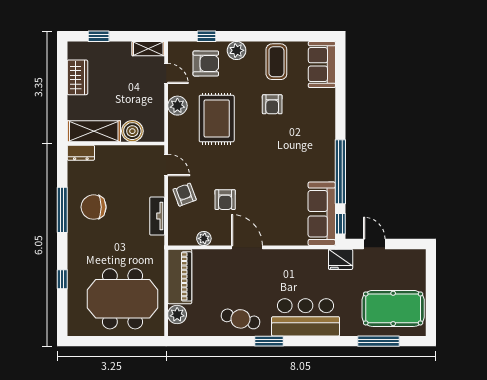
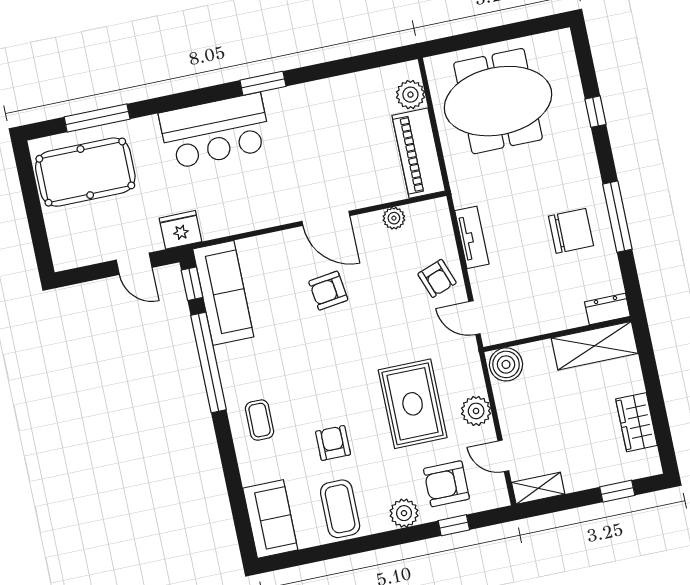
coffee table: (316, 128) -> (260, 420), added
boiler: (132, 131) -> (506, 364), moved
armchair: (225, 200) -> (328, 291), moved, turned -98
cafe table: (240, 319) -> (313, 108), removed

